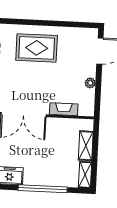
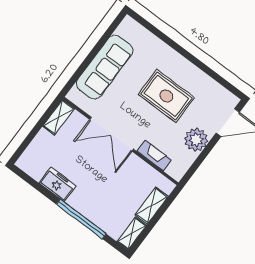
rug: (37, 48) -> (166, 96), moved
plant: (90, 83) -> (196, 140), width x1.88, depth x1.88

